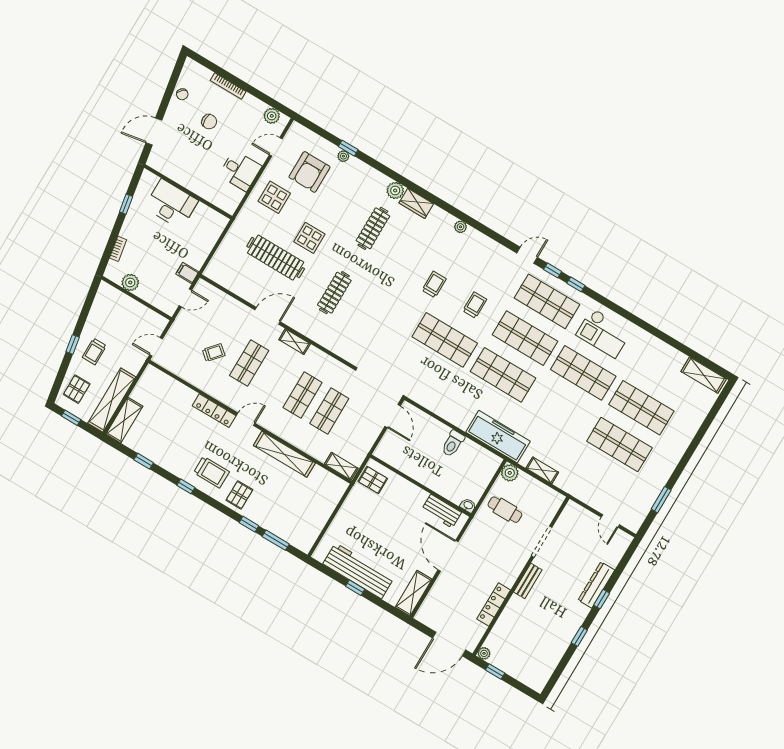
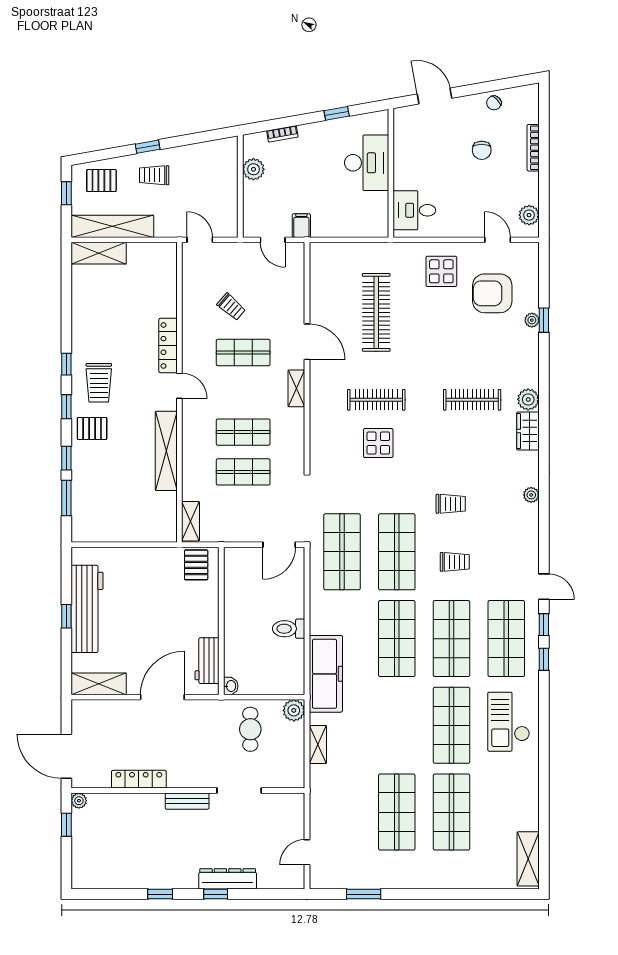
desk: (240, 171) -> (414, 210), moved, turned 90
display table: (309, 238) -> (378, 443), moved
shop shelf: (423, 377) -> (342, 552), added
window: (144, 461) -> (66, 407), moved

